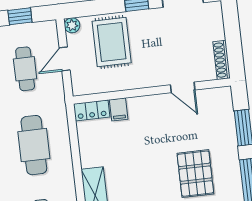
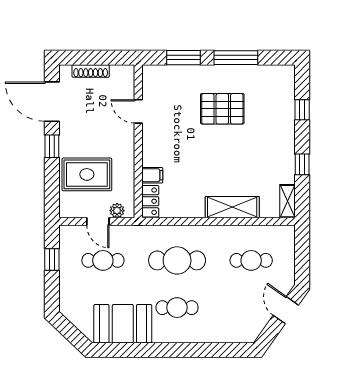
plant: (72, 25) -> (117, 211), moved
shoe rack: (222, 60) -> (91, 71), moved
door: (183, 87) -> (138, 111), swing flipped

